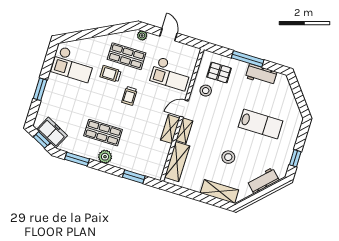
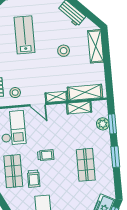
shelving: (170, 129) -> (79, 108), moved
plant: (105, 157) -> (103, 124), moved
window: (77, 159) -> (115, 157), moved

